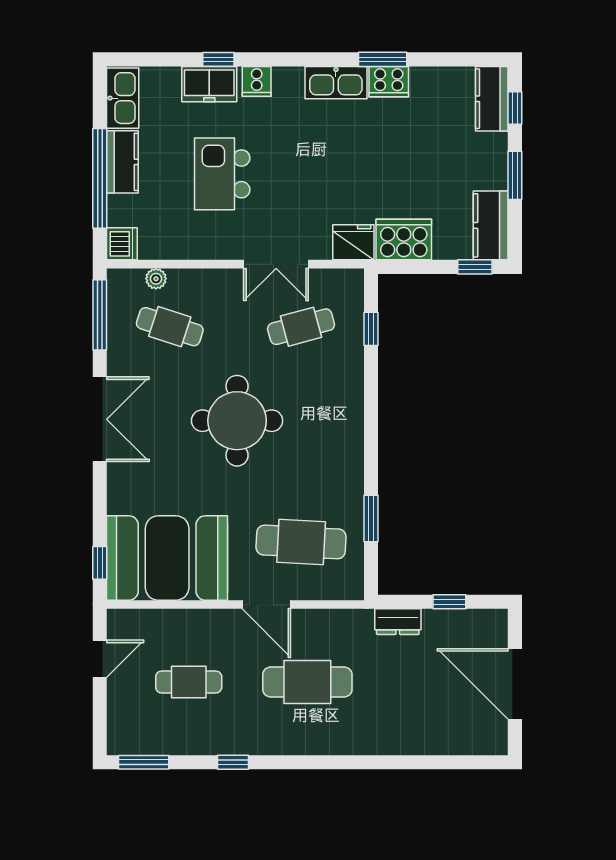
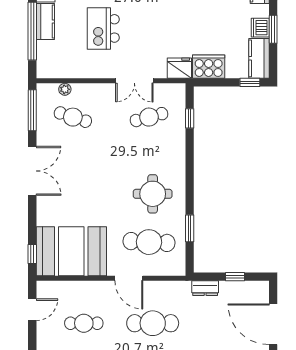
dishwasher: (122, 244) -> (260, 28), moved, turned 180
round table: (237, 421) -> (153, 194), moved, width x0.73, depth x0.73

